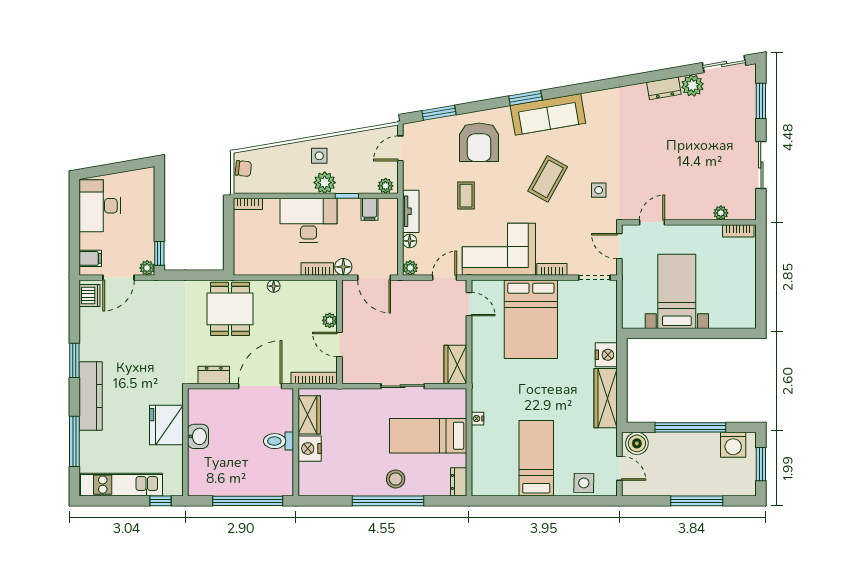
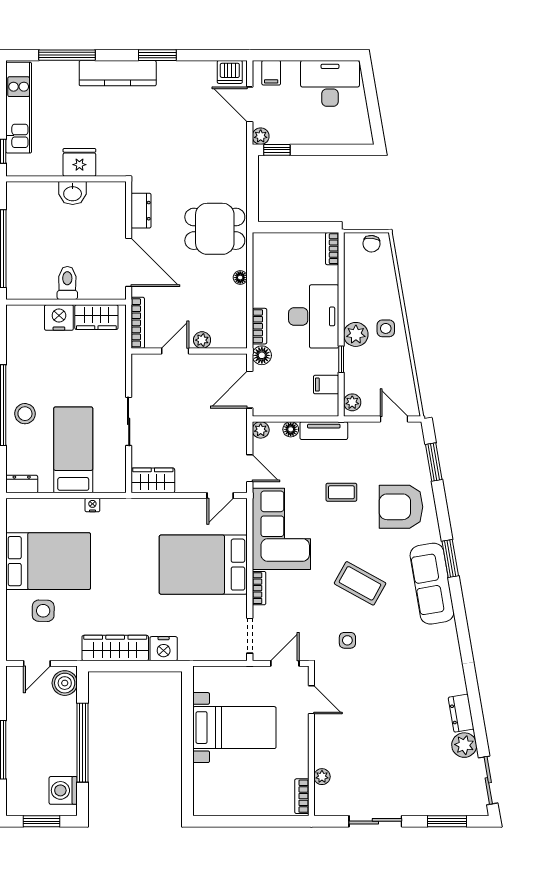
fridge: (166, 425) -> (79, 162), width x0.73, depth x0.75
bed: (536, 458) -> (48, 561), width x1.50
side table: (584, 483) -> (43, 611), moved

